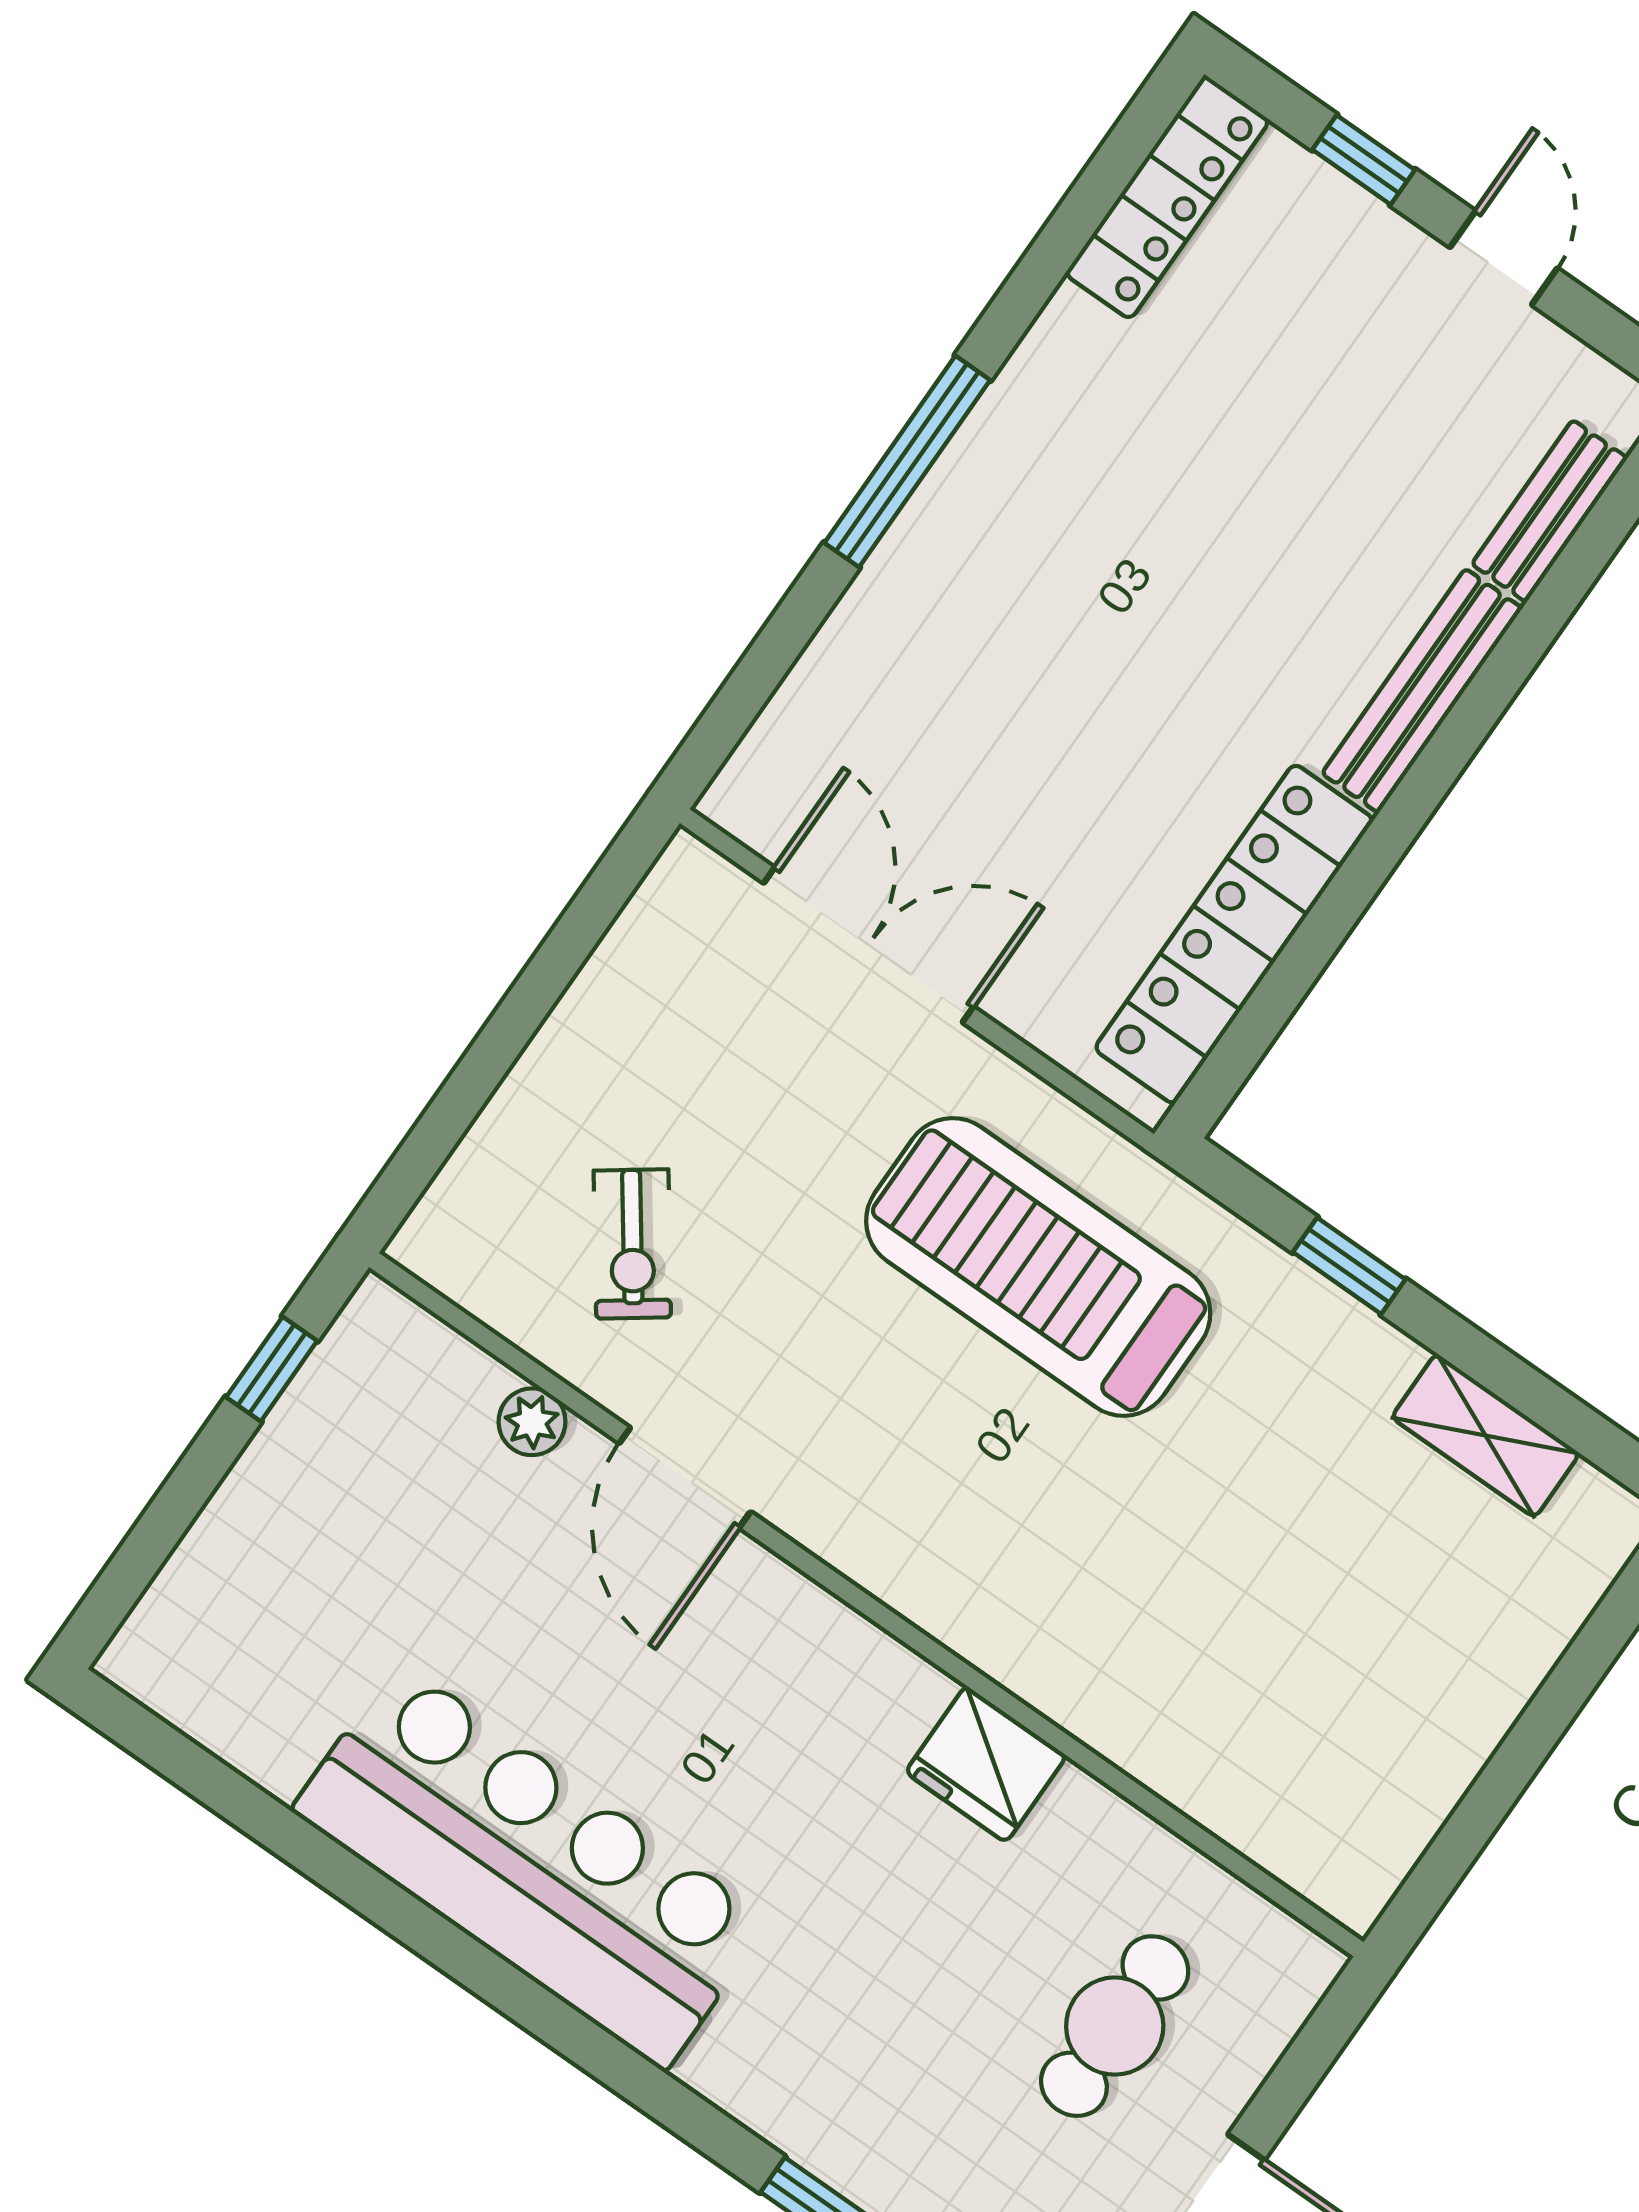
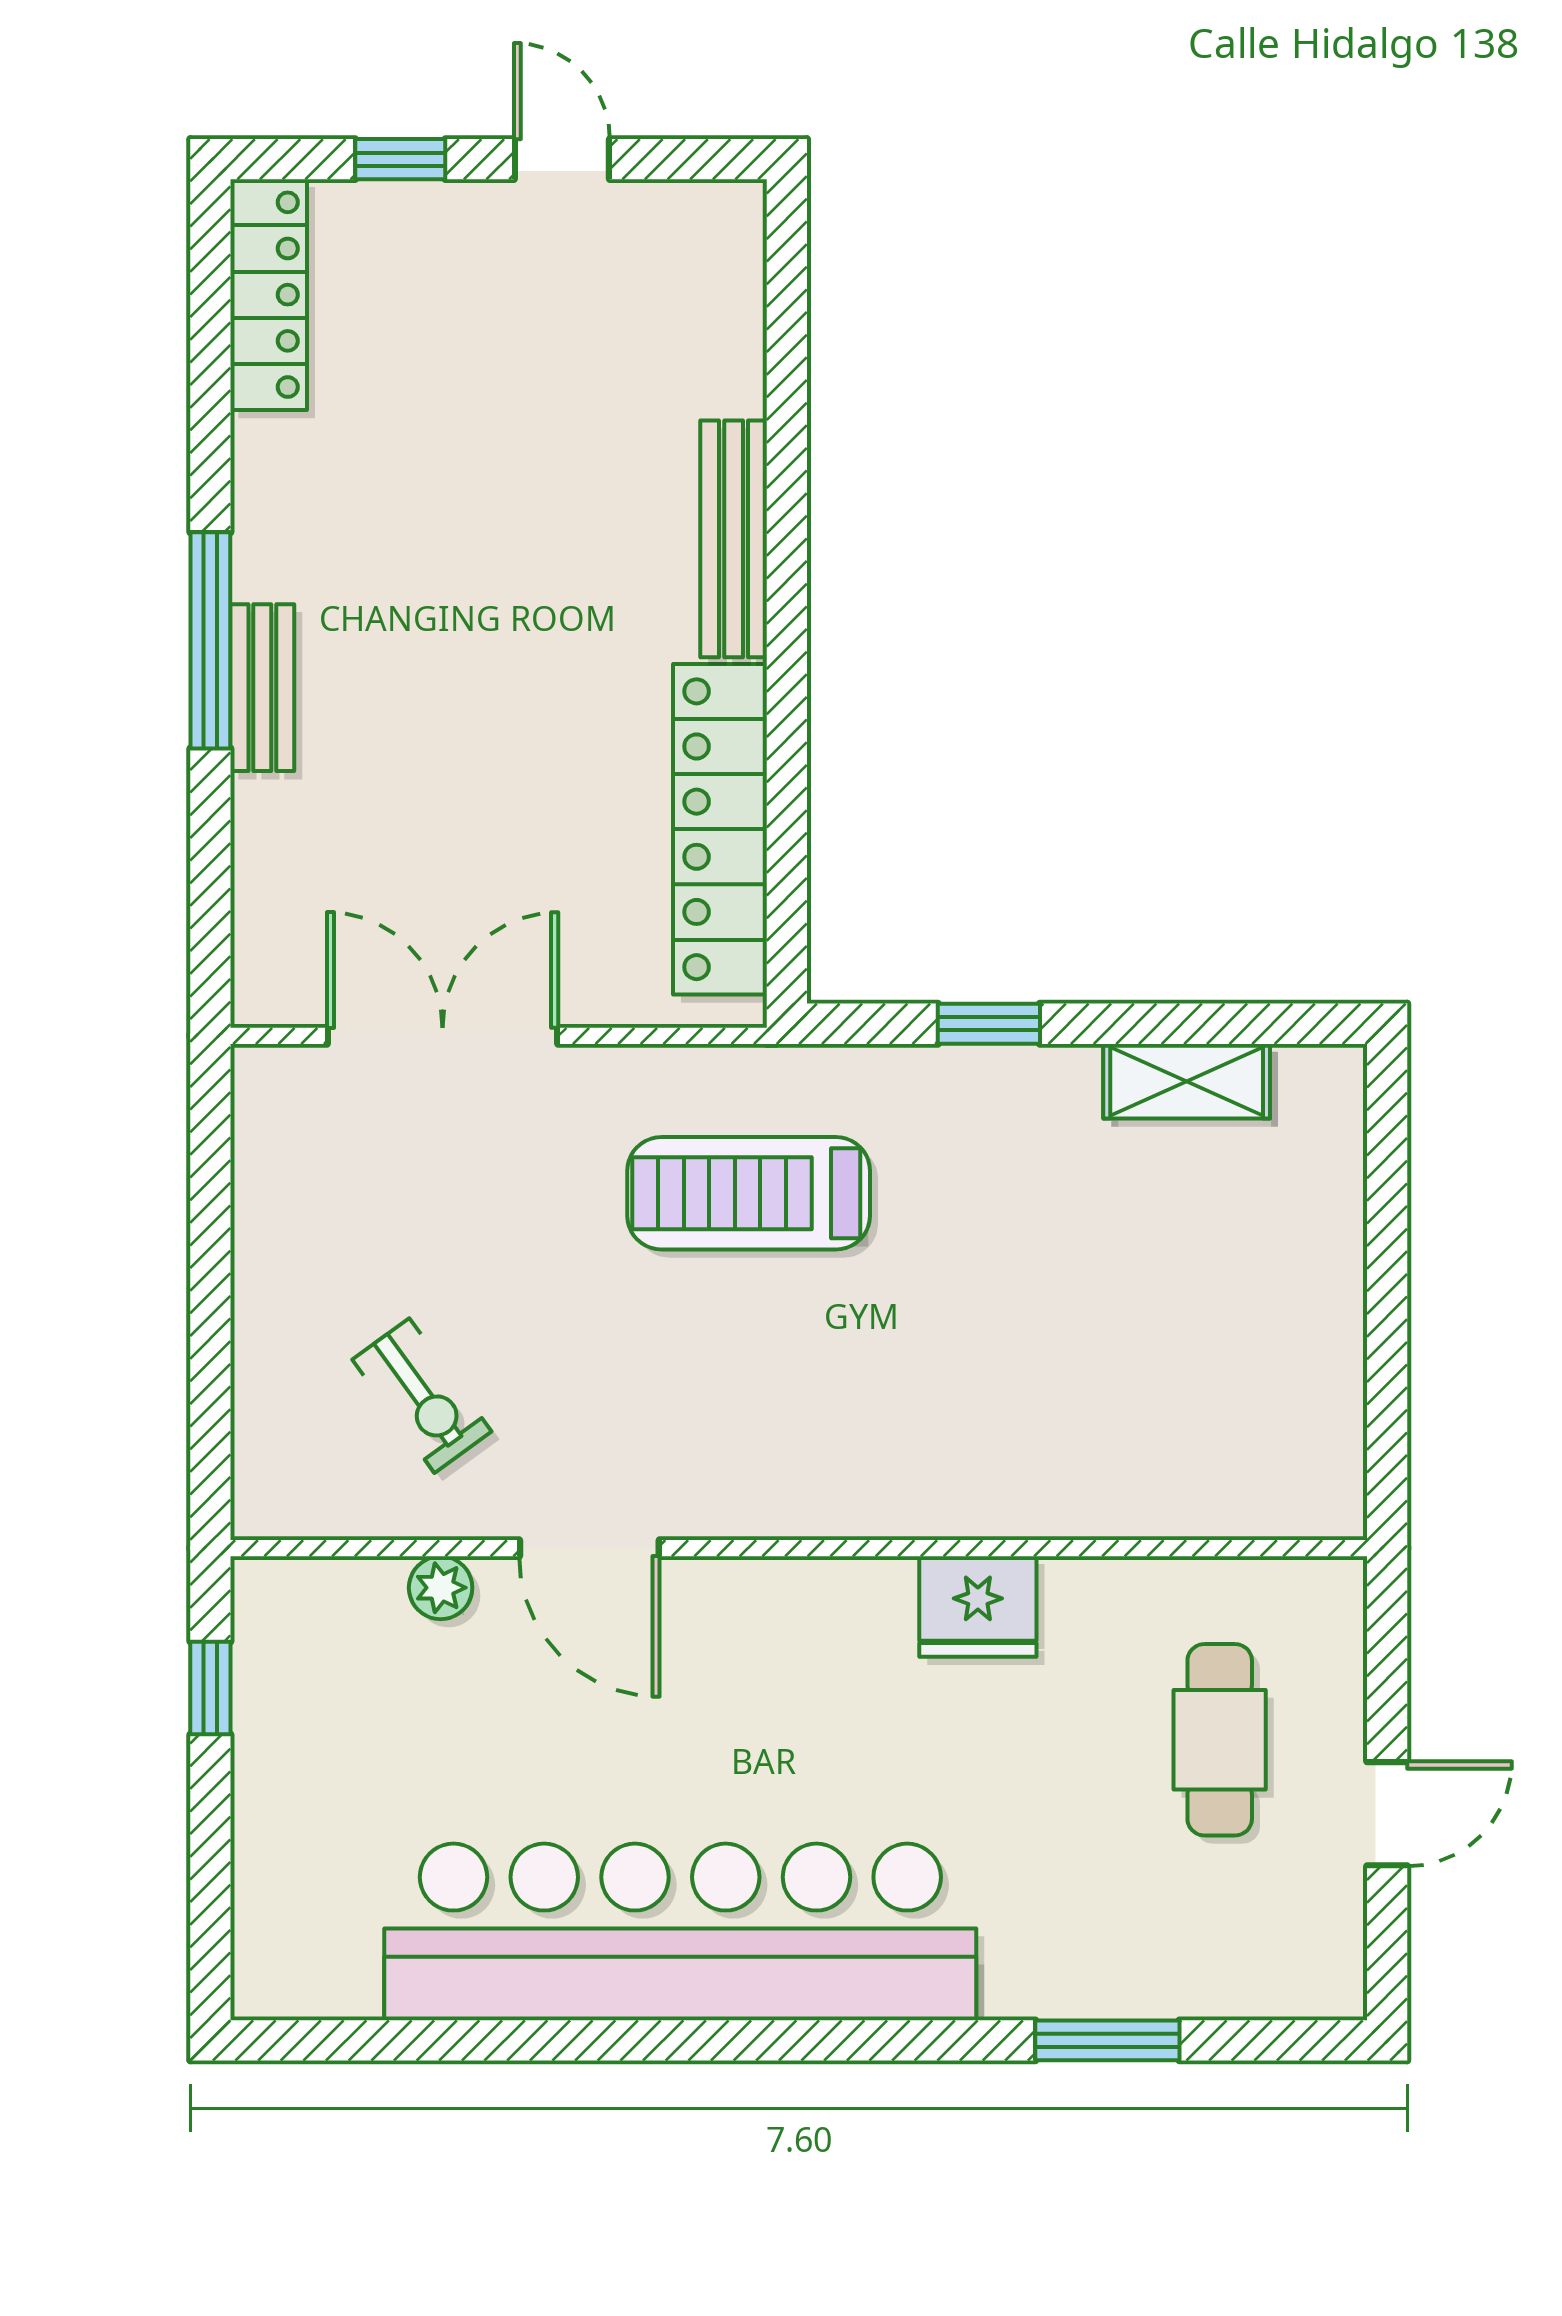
bench: (1550, 511) -> (262, 688), moved
treadmill: (1038, 1267) -> (749, 1193), width x0.73, depth x0.73
bar counter: (531, 1865) -> (680, 1932), width x1.36

